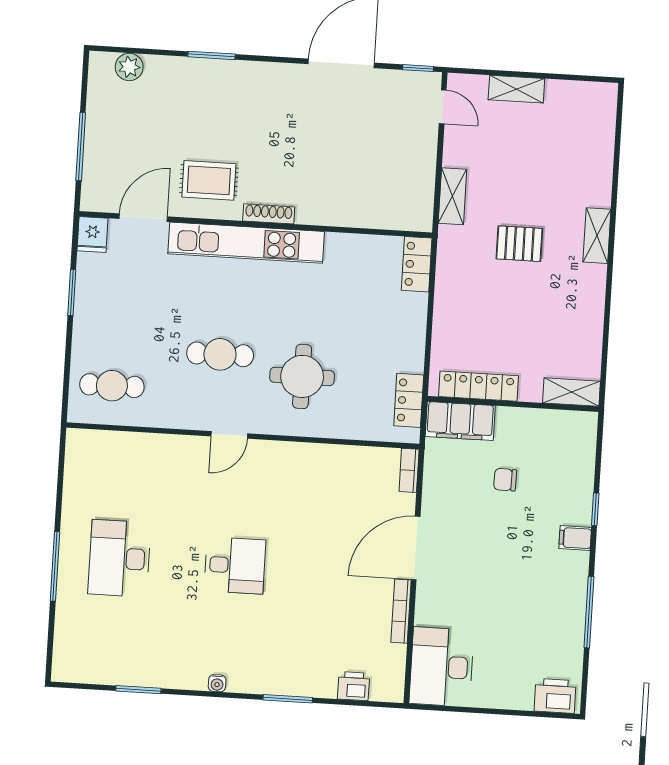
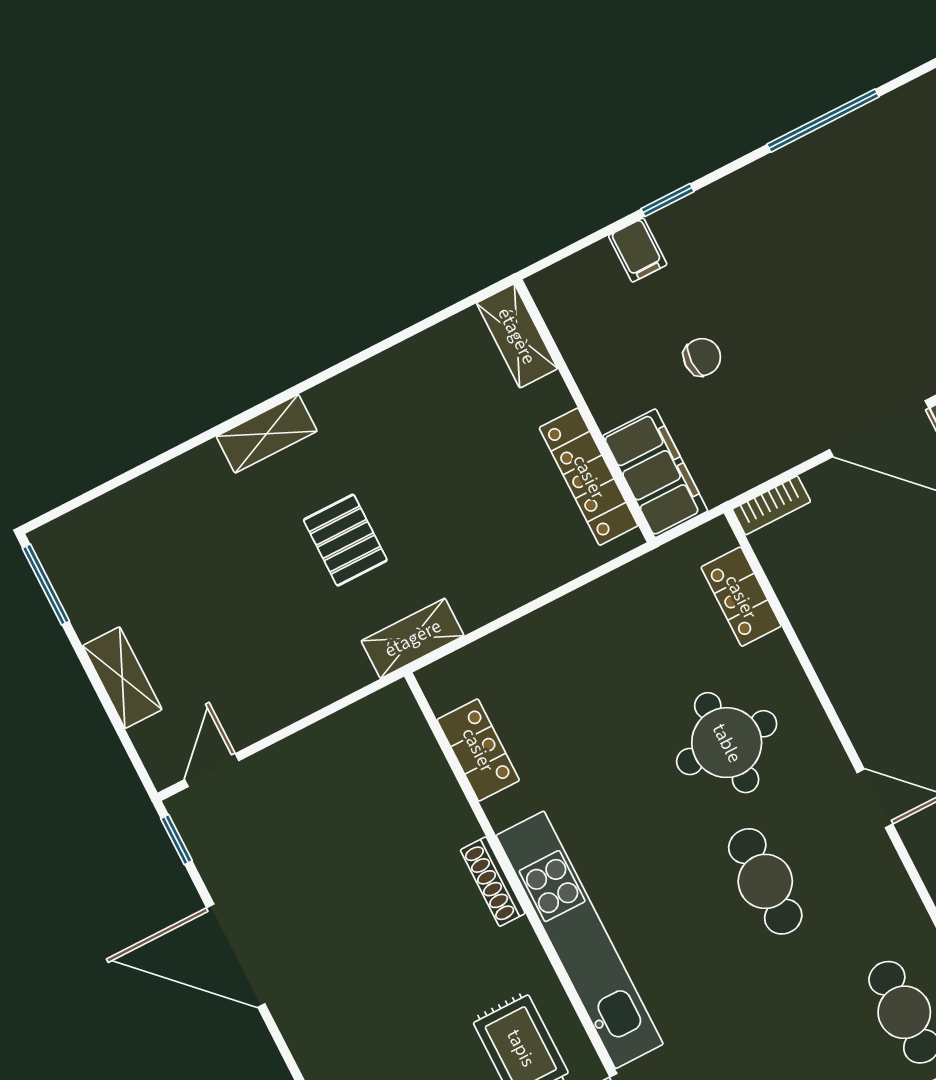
window: (587, 78) -> (46, 585), added
shelving: (452, 196) -> (413, 638), moved
shoe rack: (269, 214) -> (493, 882), moved
locker: (417, 264) -> (478, 750), moved, turned -90
locker: (409, 400) -> (741, 597), moved, turned 90
chair: (505, 480) -> (702, 357), turned -91
filing cabinet: (575, 538) -> (638, 250), moved

